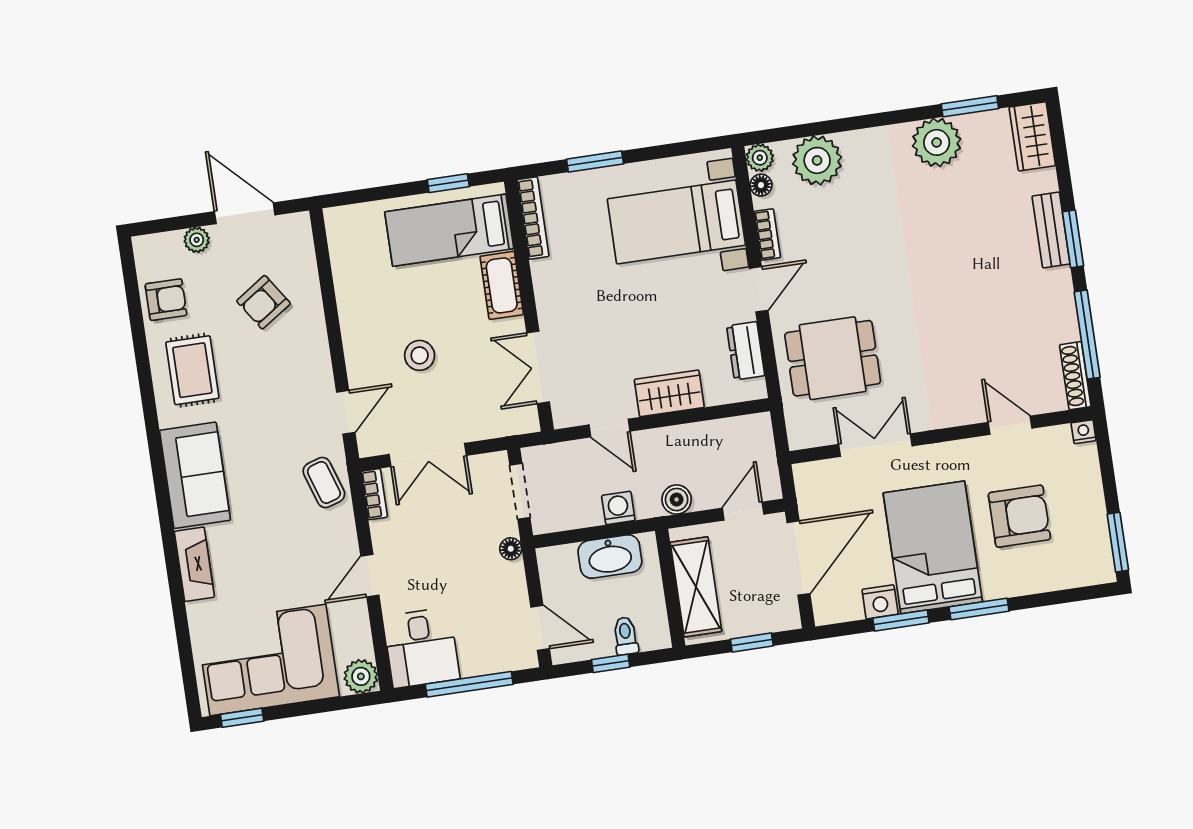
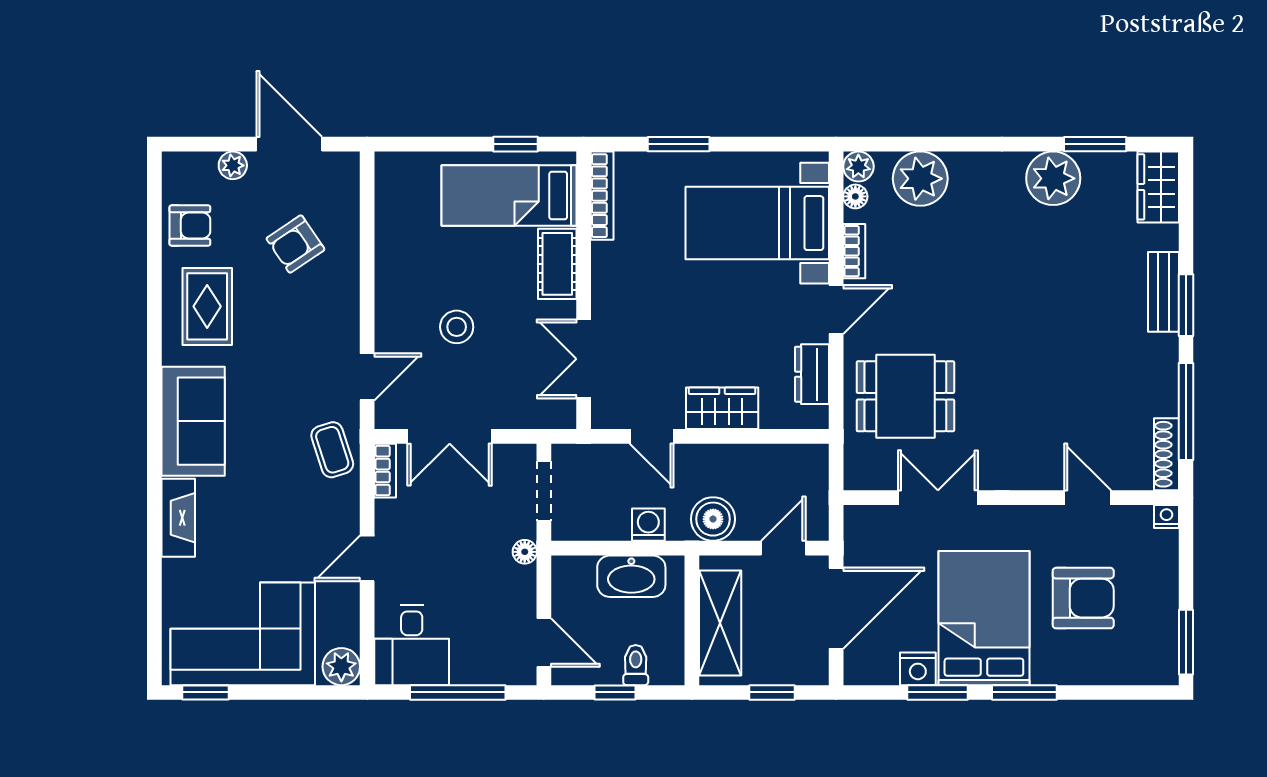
boiler: (677, 500) -> (713, 519), width x1.36, depth x1.36

